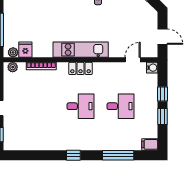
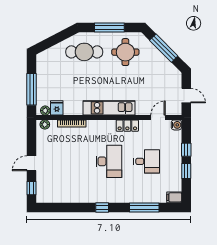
locker: (81, 68) -> (127, 126), moved
desk: (80, 106) -> (109, 161), width x1.37

